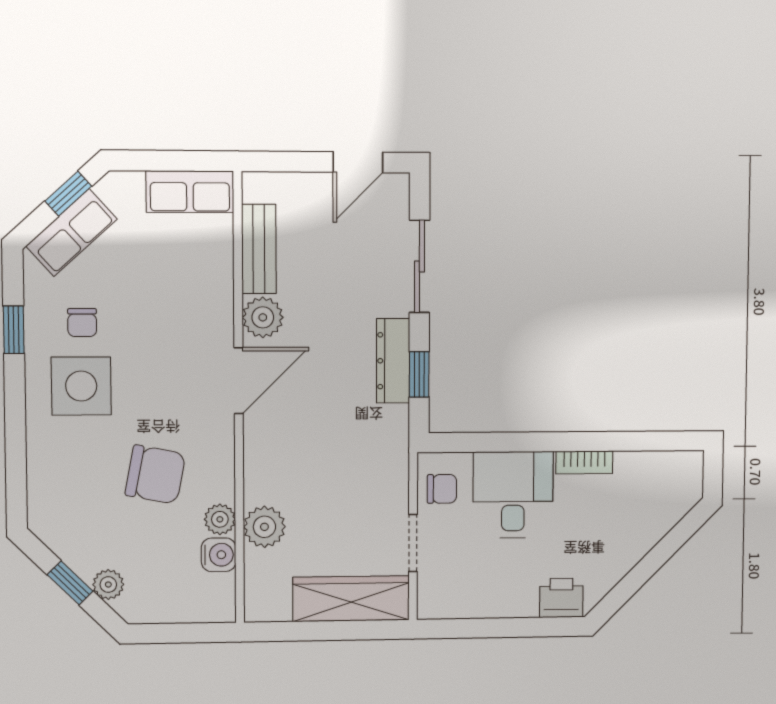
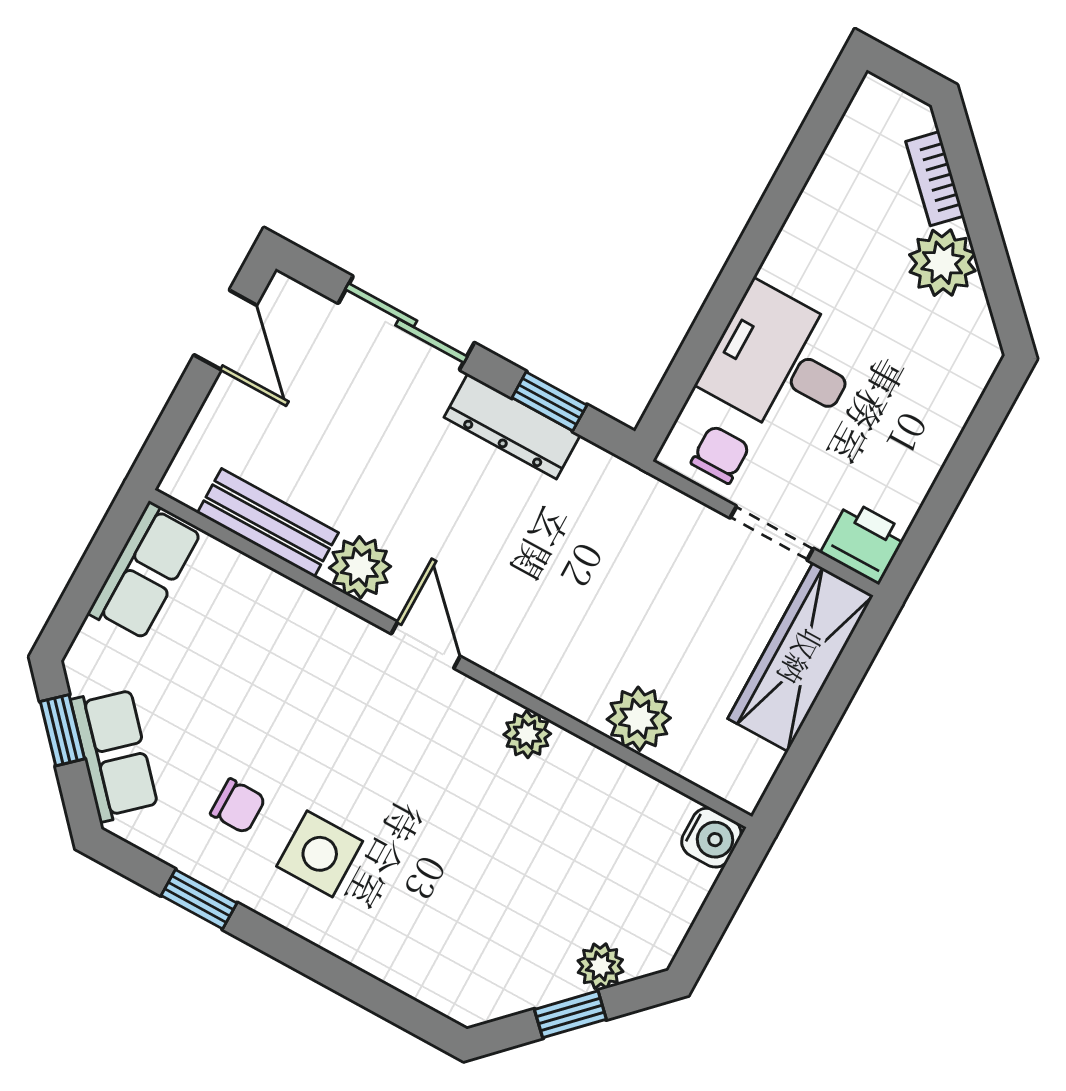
door: (239, 381) -> (426, 645), width x0.73
side table: (81, 386) -> (320, 854), width x0.73, depth x0.73
bookcase: (584, 463) -> (935, 179), moved, turned 135
chair: (155, 474) -> (489, 823), removed
plant: (220, 519) -> (527, 734), moved
plant: (618, 553) -> (942, 263), added
water cooler: (219, 555) -> (711, 838), moved, turned 90
printer: (561, 598) -> (864, 542), moved, turned 90

